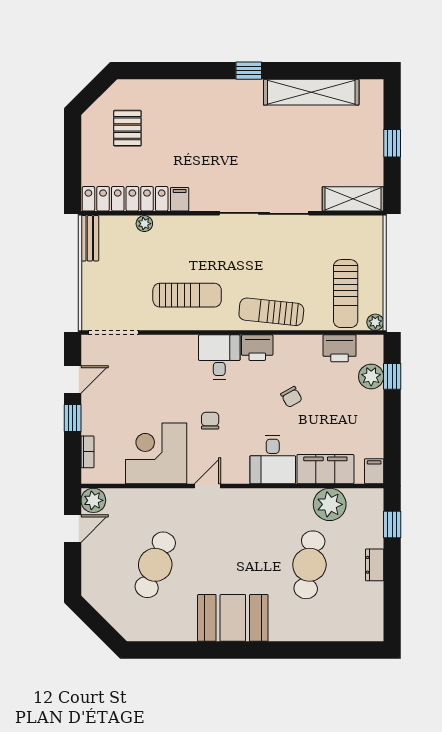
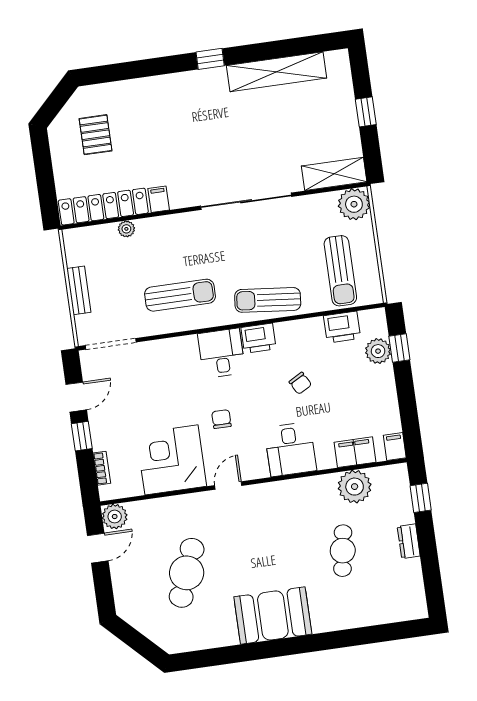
bench: (90, 238) -> (79, 290), moved
plant: (375, 322) -> (354, 204), moved, width x1.88, depth x1.88
filing cabinet: (325, 469) -> (355, 452), width x0.67, depth x0.86
cafe table: (309, 565) -> (343, 551), width x0.73, depth x0.74

